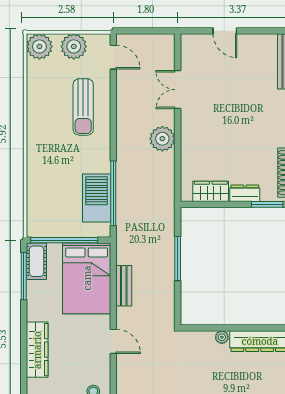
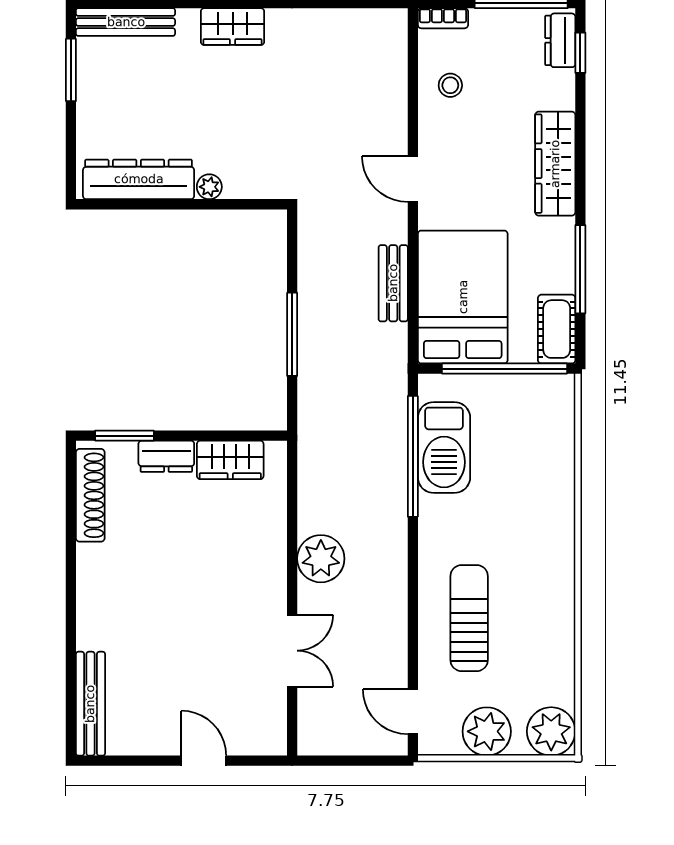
window: (24, 276) -> (580, 269), moved

